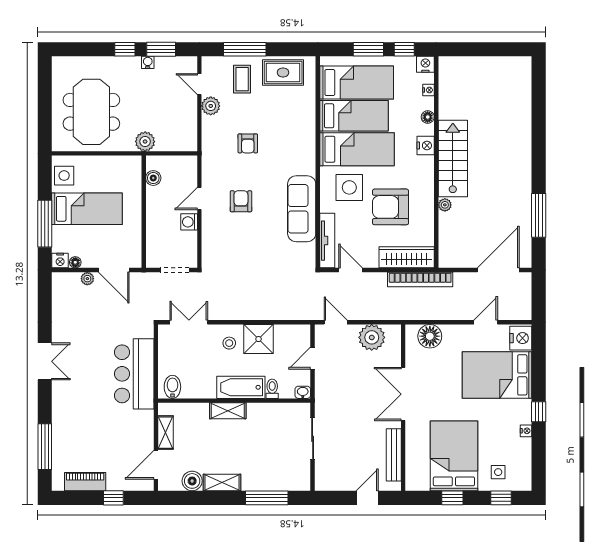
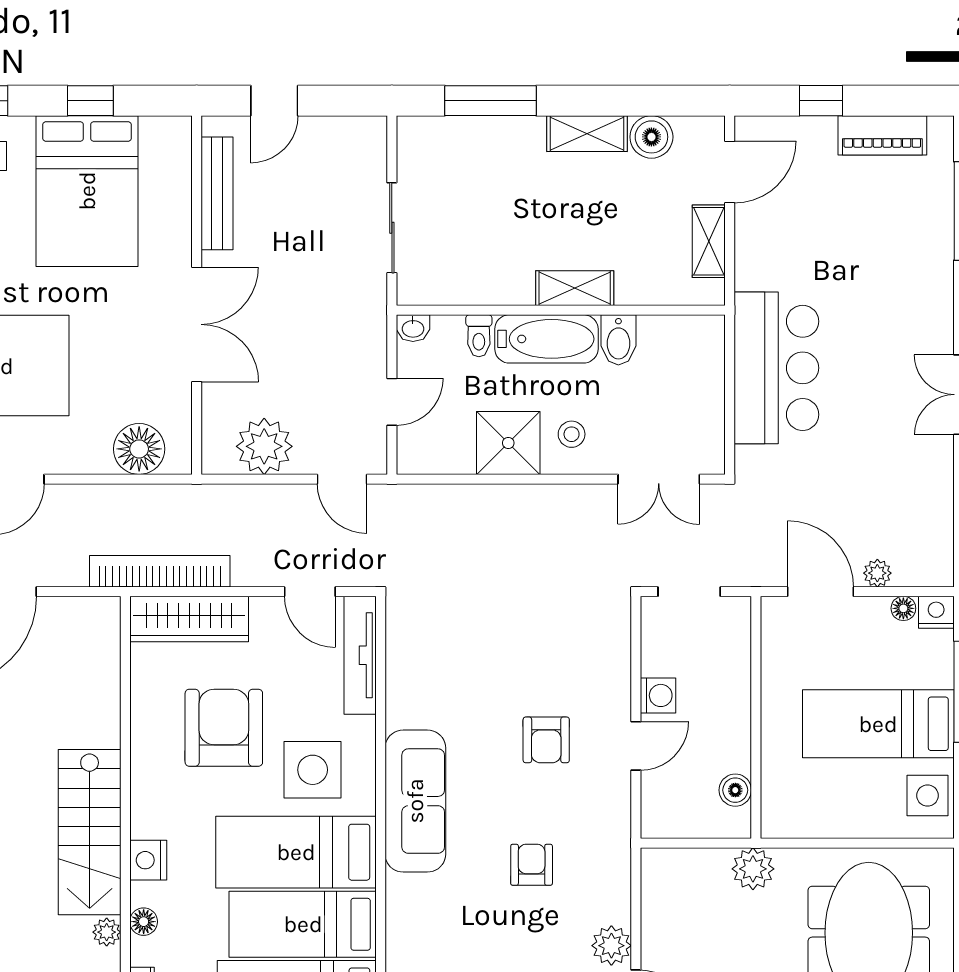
plant: (445, 205) -> (107, 932), moved
armchair: (390, 207) -> (224, 728), turned -90
sofa: (302, 209) -> (415, 801), moved
bidet: (172, 387) -> (618, 340), moved

